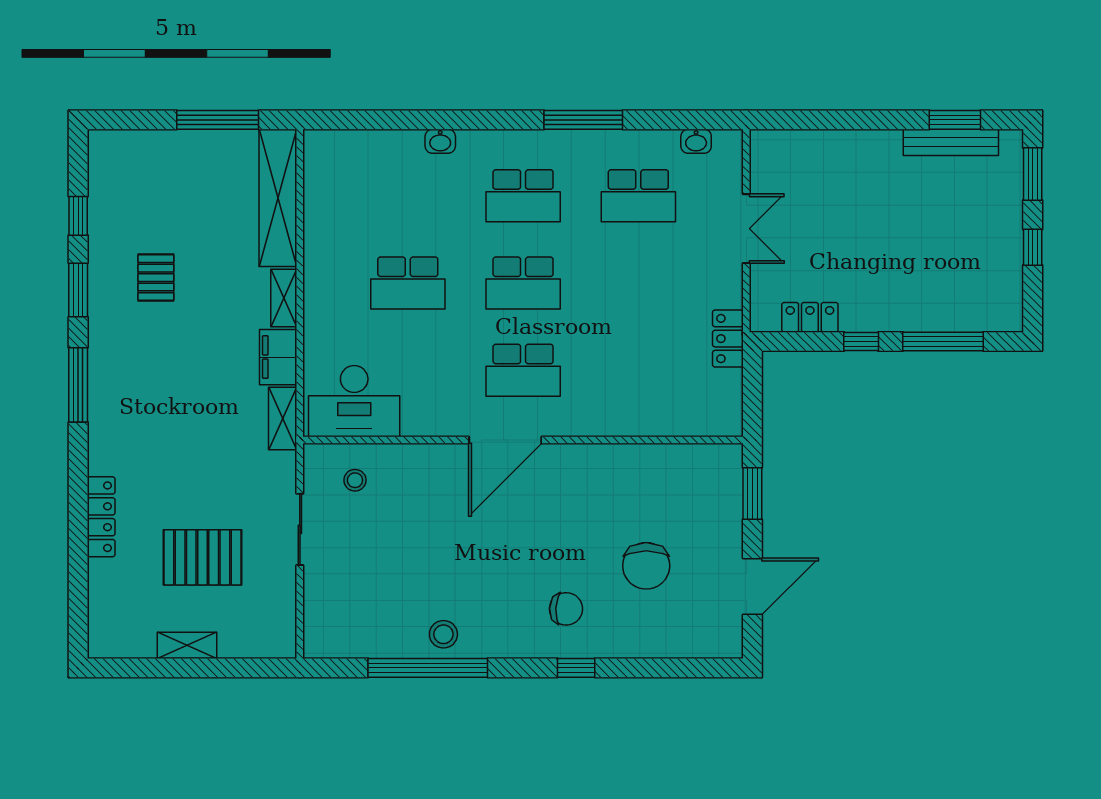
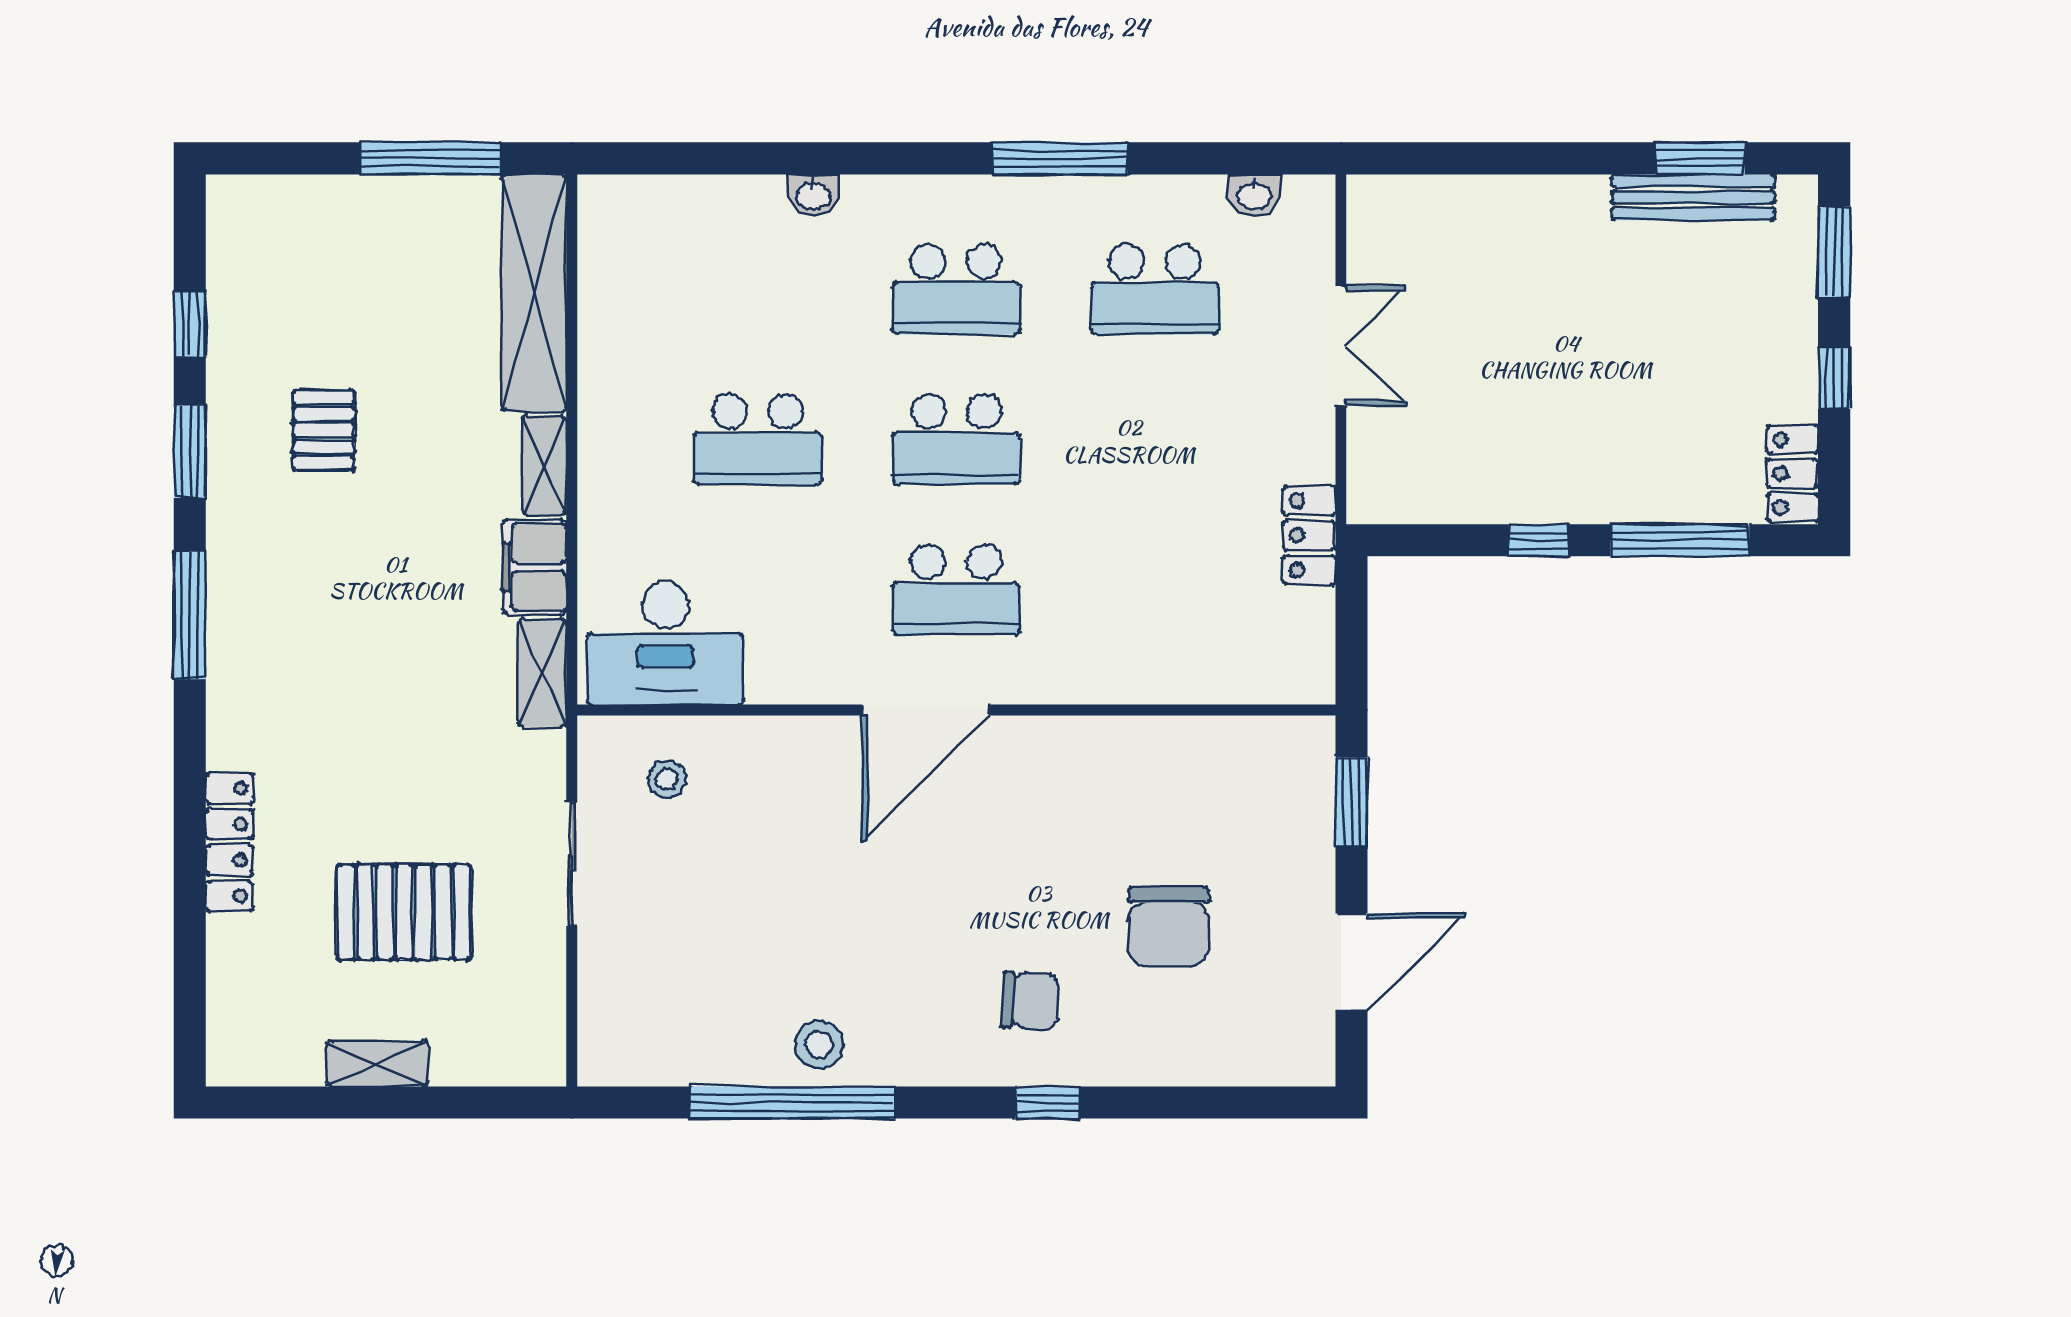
locker: (810, 317) -> (1792, 473), moved, turned -90

